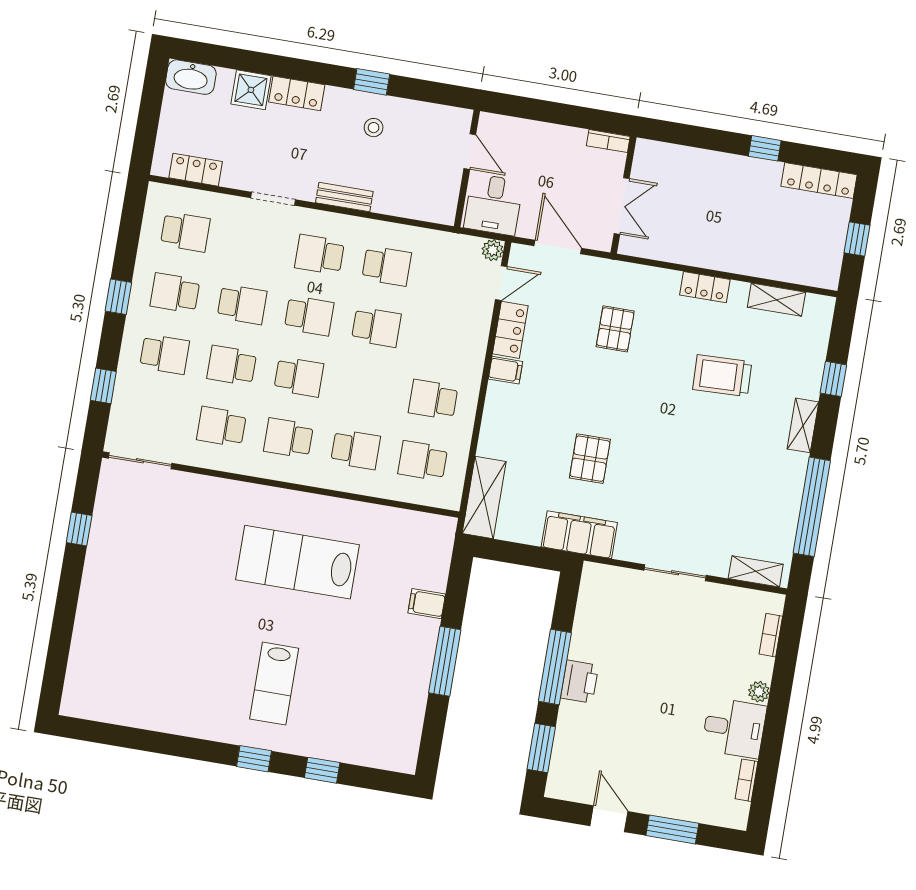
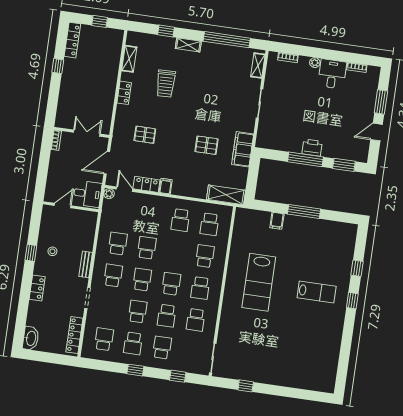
shower: (251, 90) -> (36, 310), removed
locker: (196, 170) -> (74, 335), width x1.53
school desk: (320, 255) -> (113, 275), turned 180

